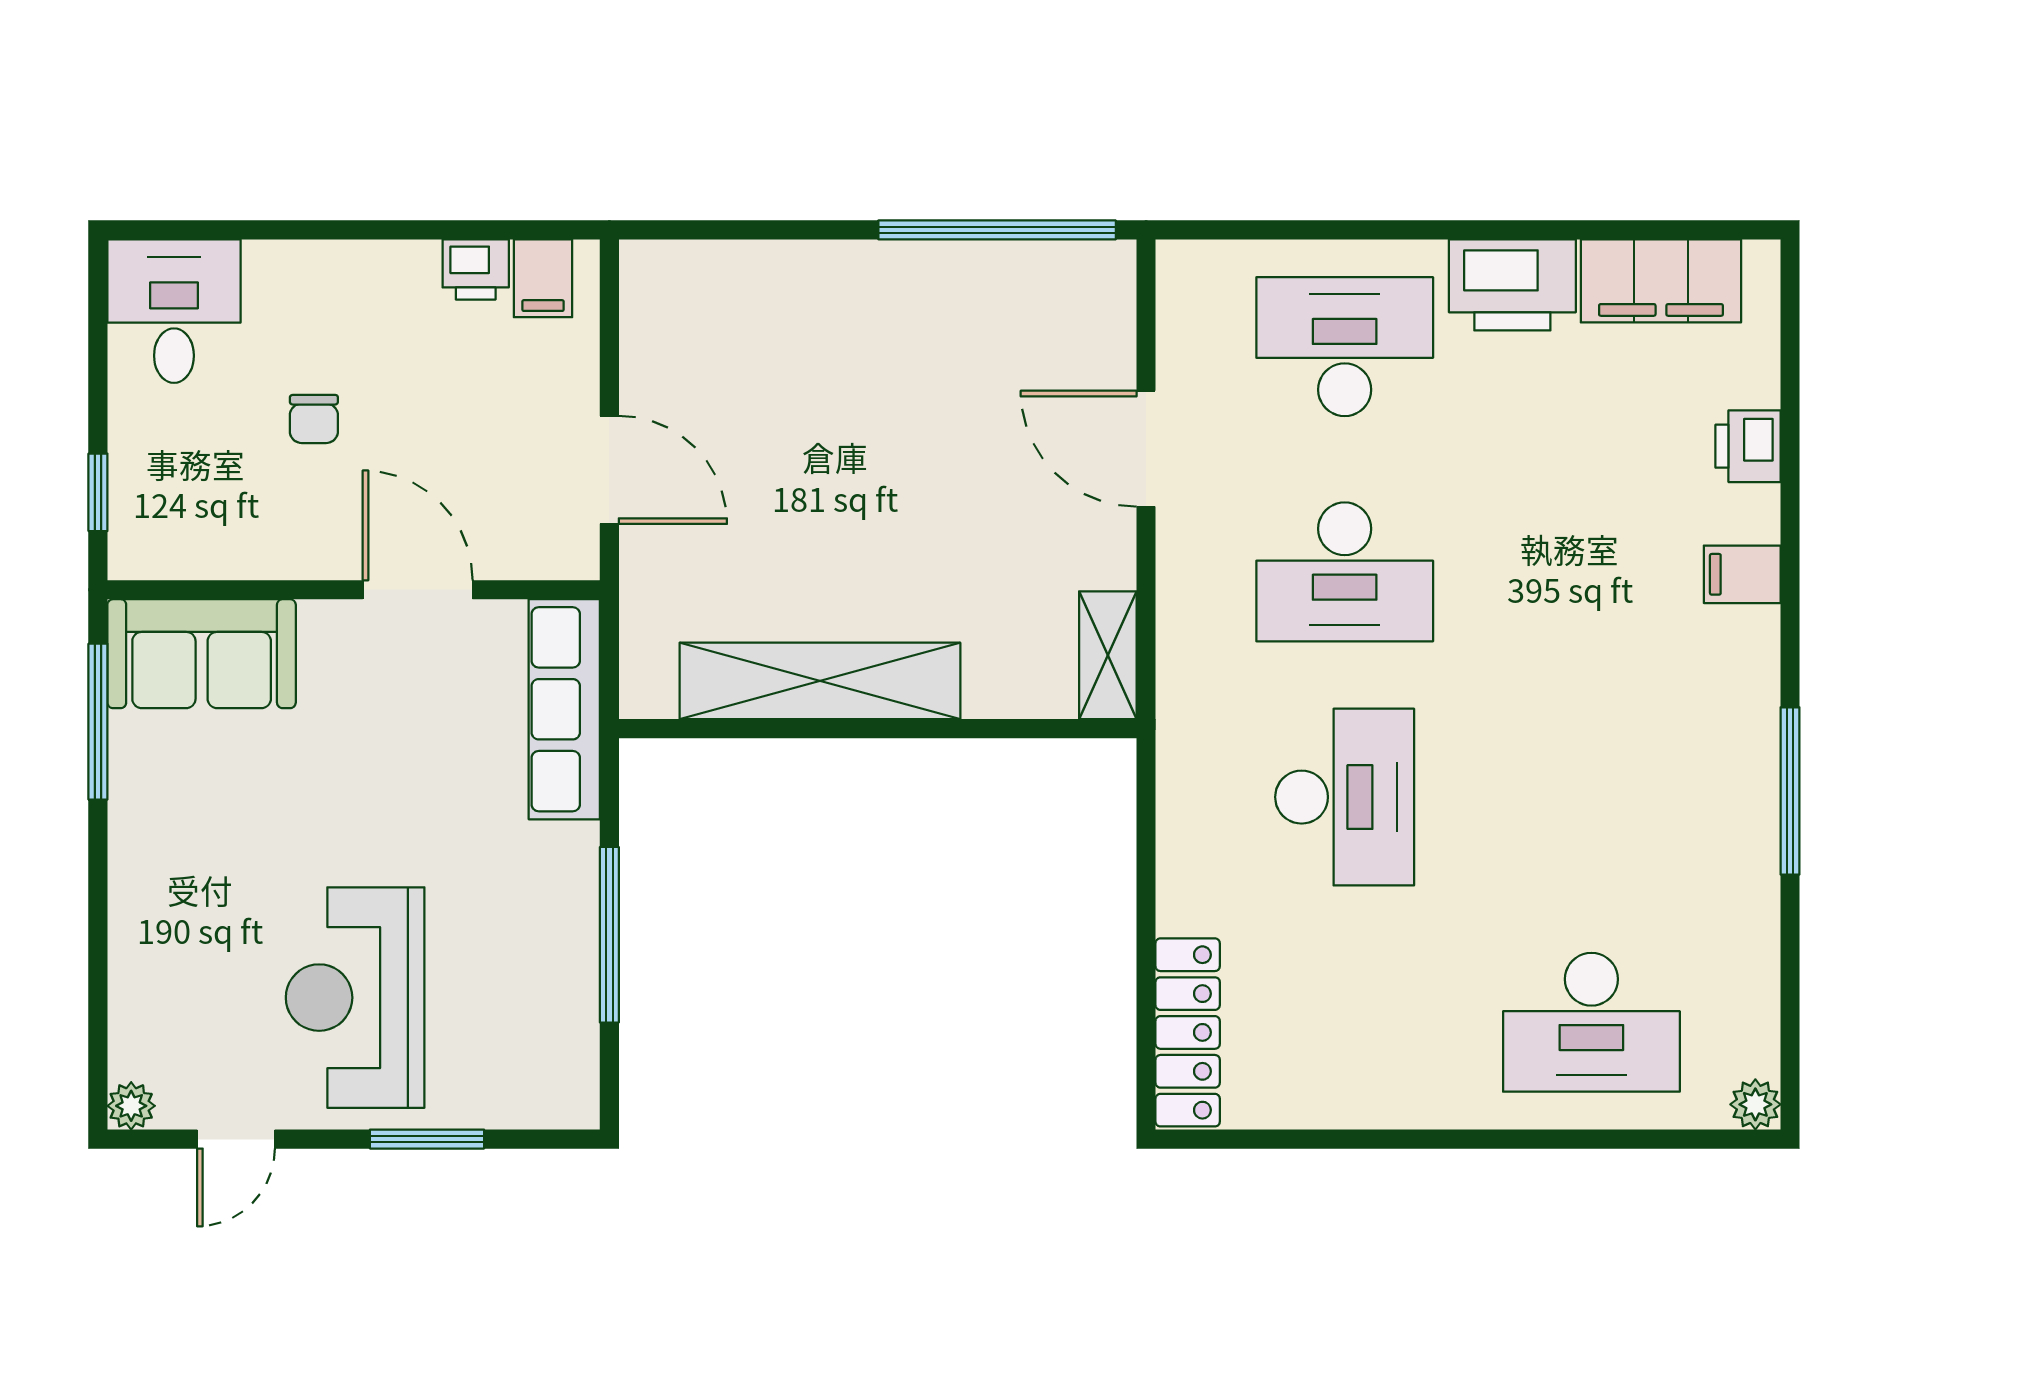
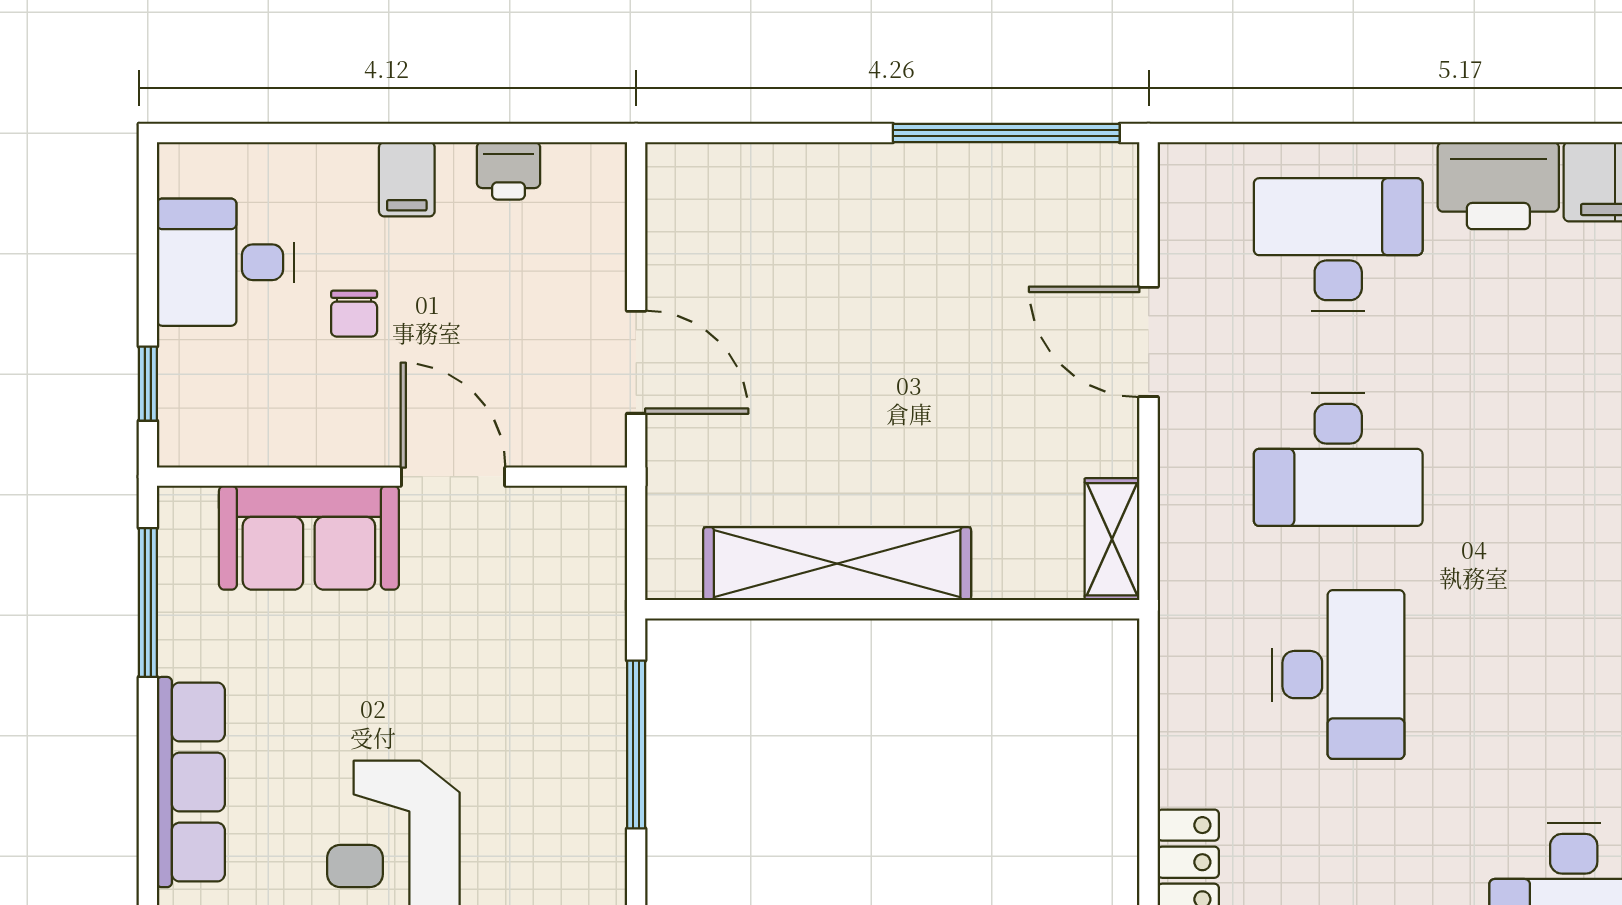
filing cabinet: (543, 278) -> (407, 179), moved
desk: (174, 311) -> (225, 262), moved, turned -90
sofa: (202, 654) -> (309, 538), moved
row of seats: (564, 709) -> (191, 782), moved, turned 180
window: (609, 935) -> (636, 745), moved

